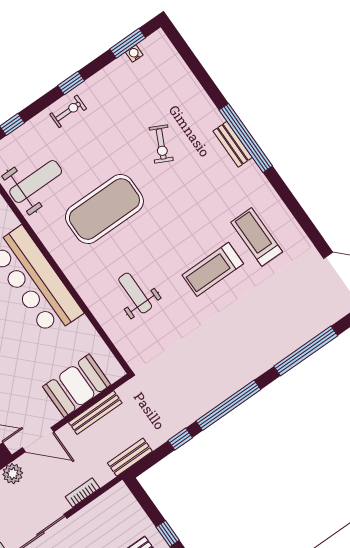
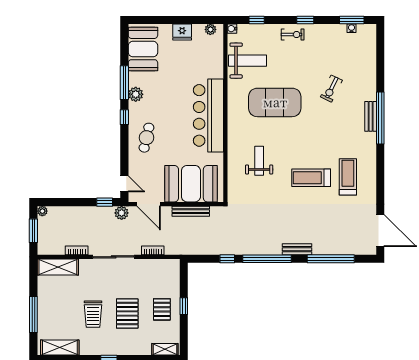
booth: (77, 386) -> (191, 184), width x1.36, depth x1.42
bench: (130, 457) -> (297, 249), moved

